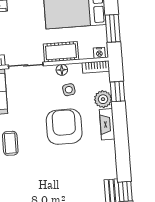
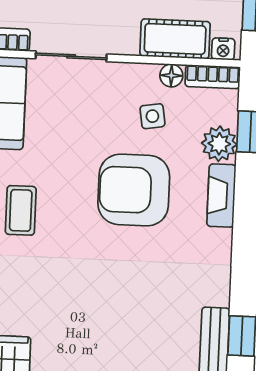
cot: (61, 52) -> (175, 39), moved
floor lamp: (62, 70) -> (171, 75), moved
armchair: (64, 127) -> (134, 190), turned -90

